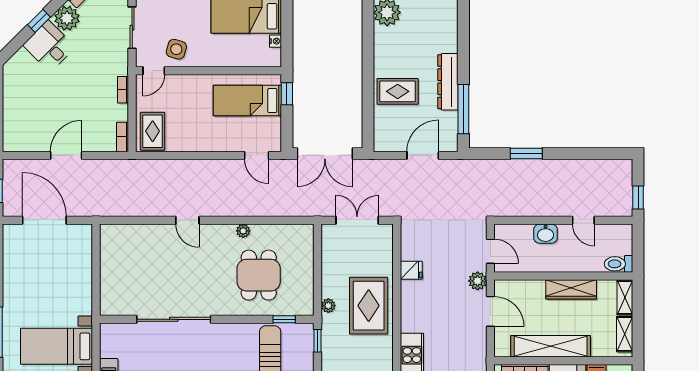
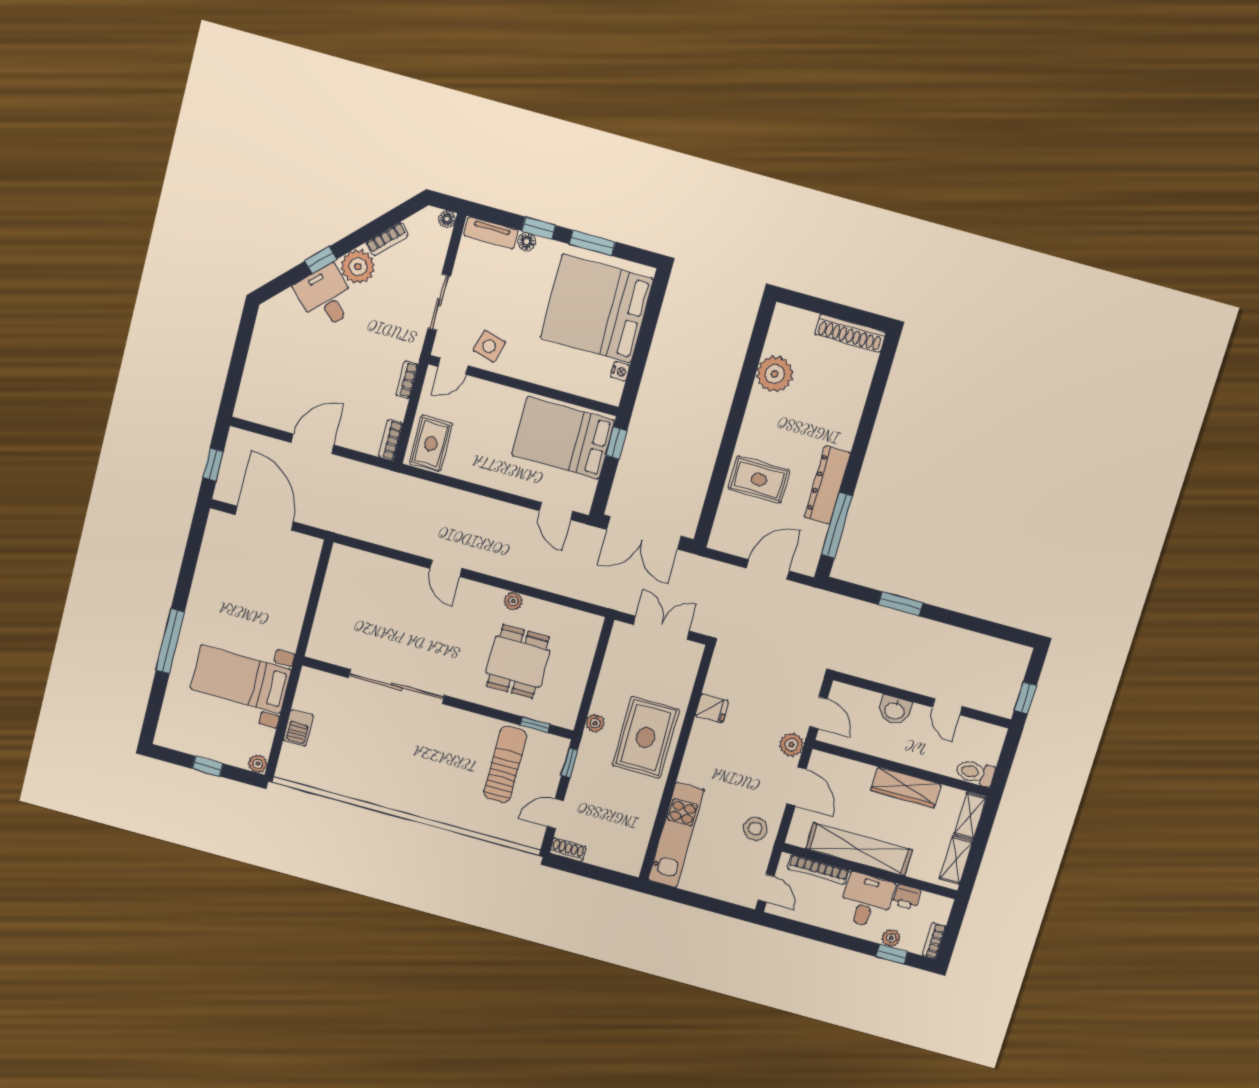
bed: (247, 100) -> (563, 438), width x1.50
stool: (469, 352) -> (755, 829), added

